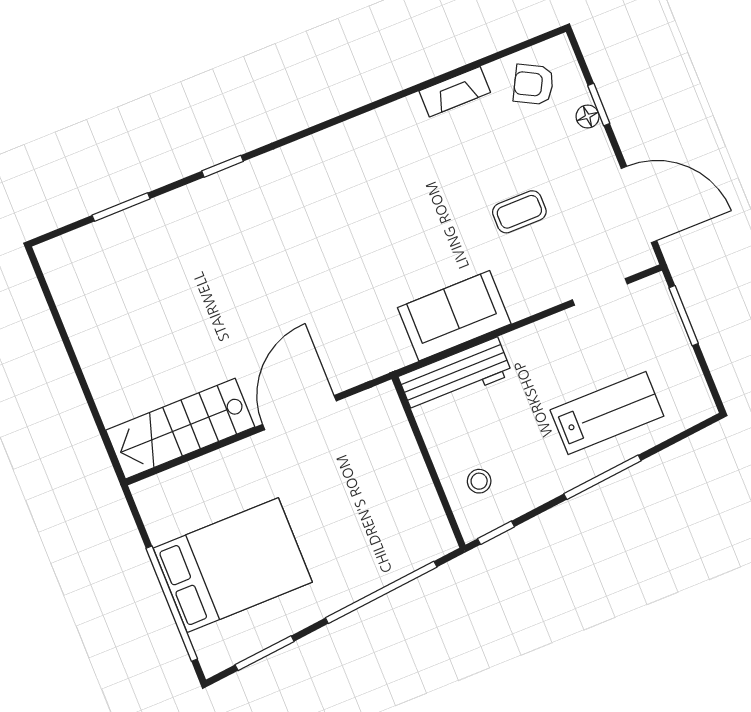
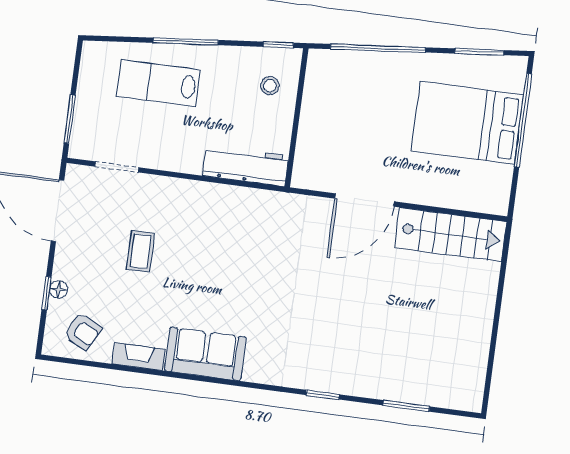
coffee table: (519, 212) -> (141, 251), turned 90
sofa: (454, 316) -> (205, 354), moved, turned 180

